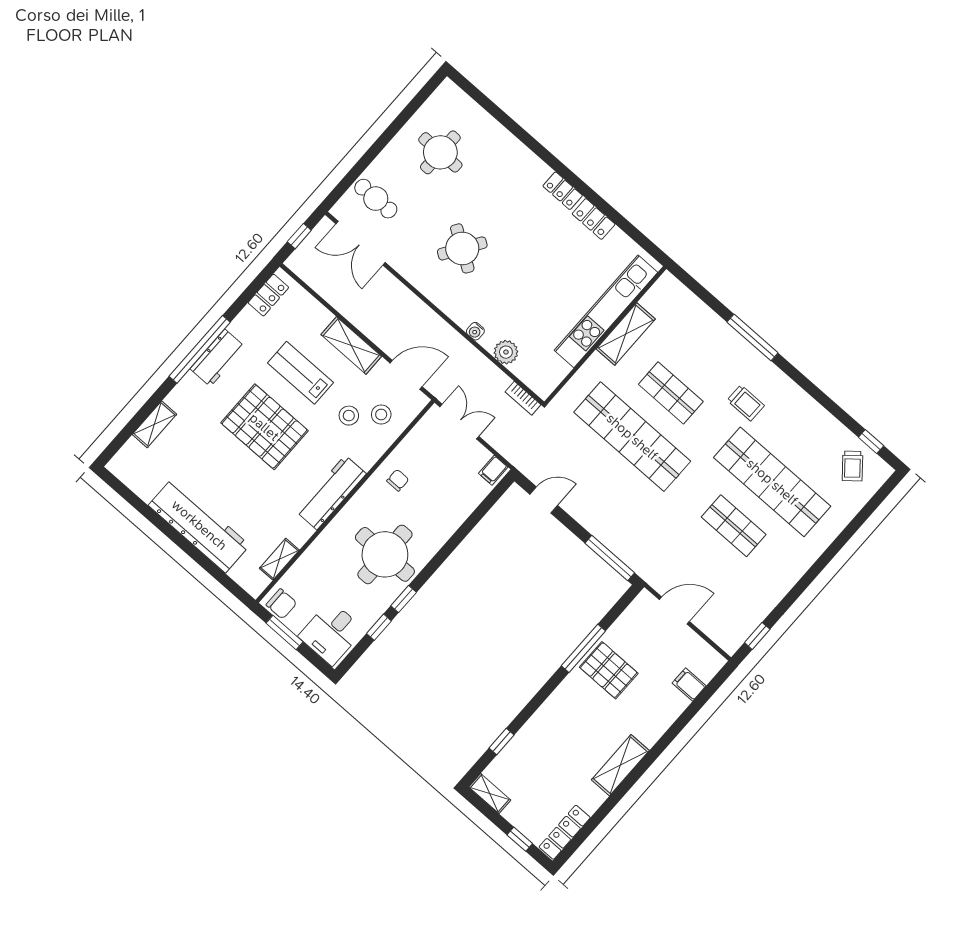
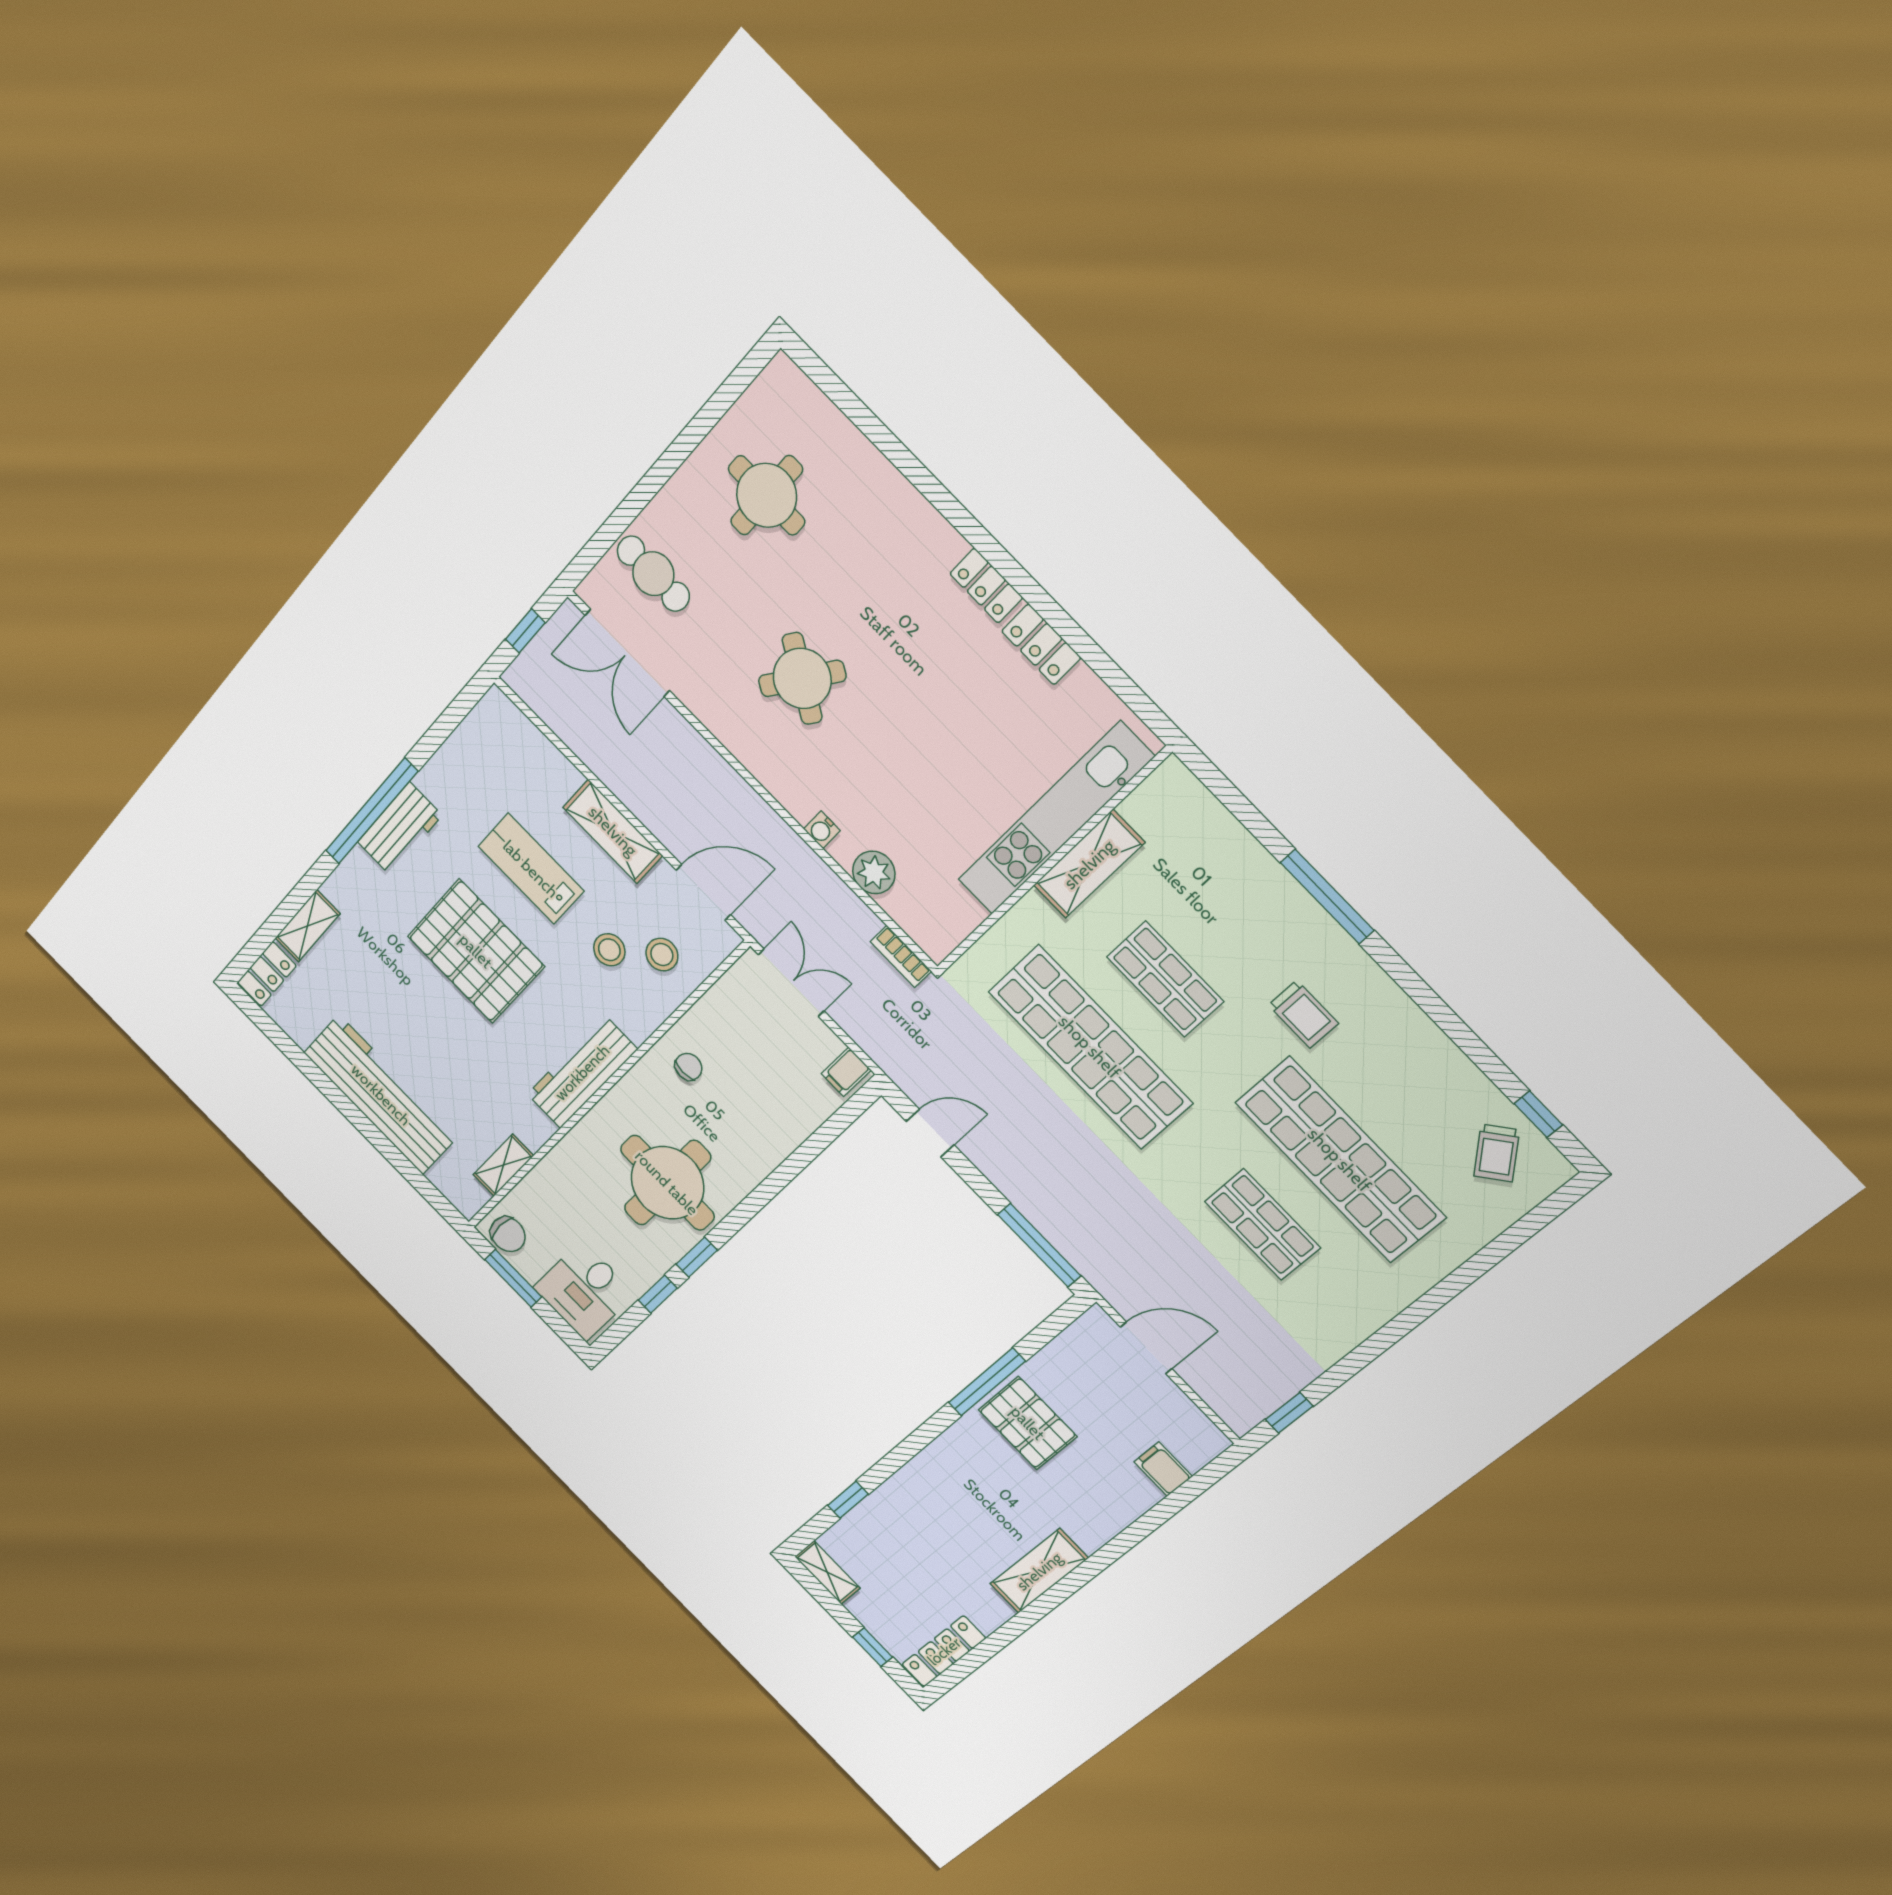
locker: (268, 295) -> (267, 974), moved

